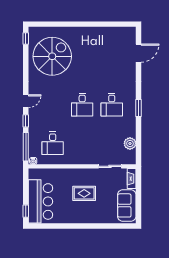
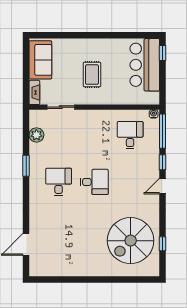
window: (26, 38) -> (163, 244), moved
desk: (82, 105) -> (94, 182), turned 90
window: (139, 108) -> (26, 166), moved
rug: (84, 193) -> (92, 75), turned 90

